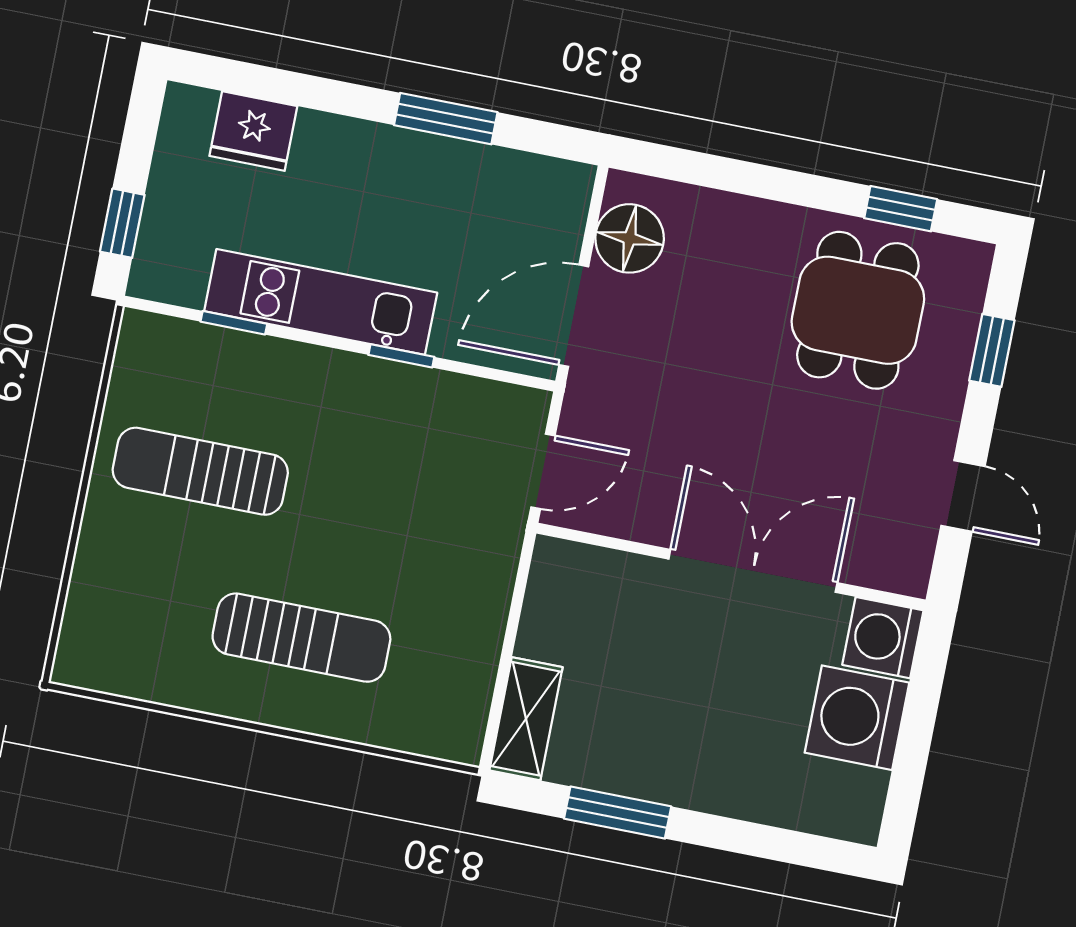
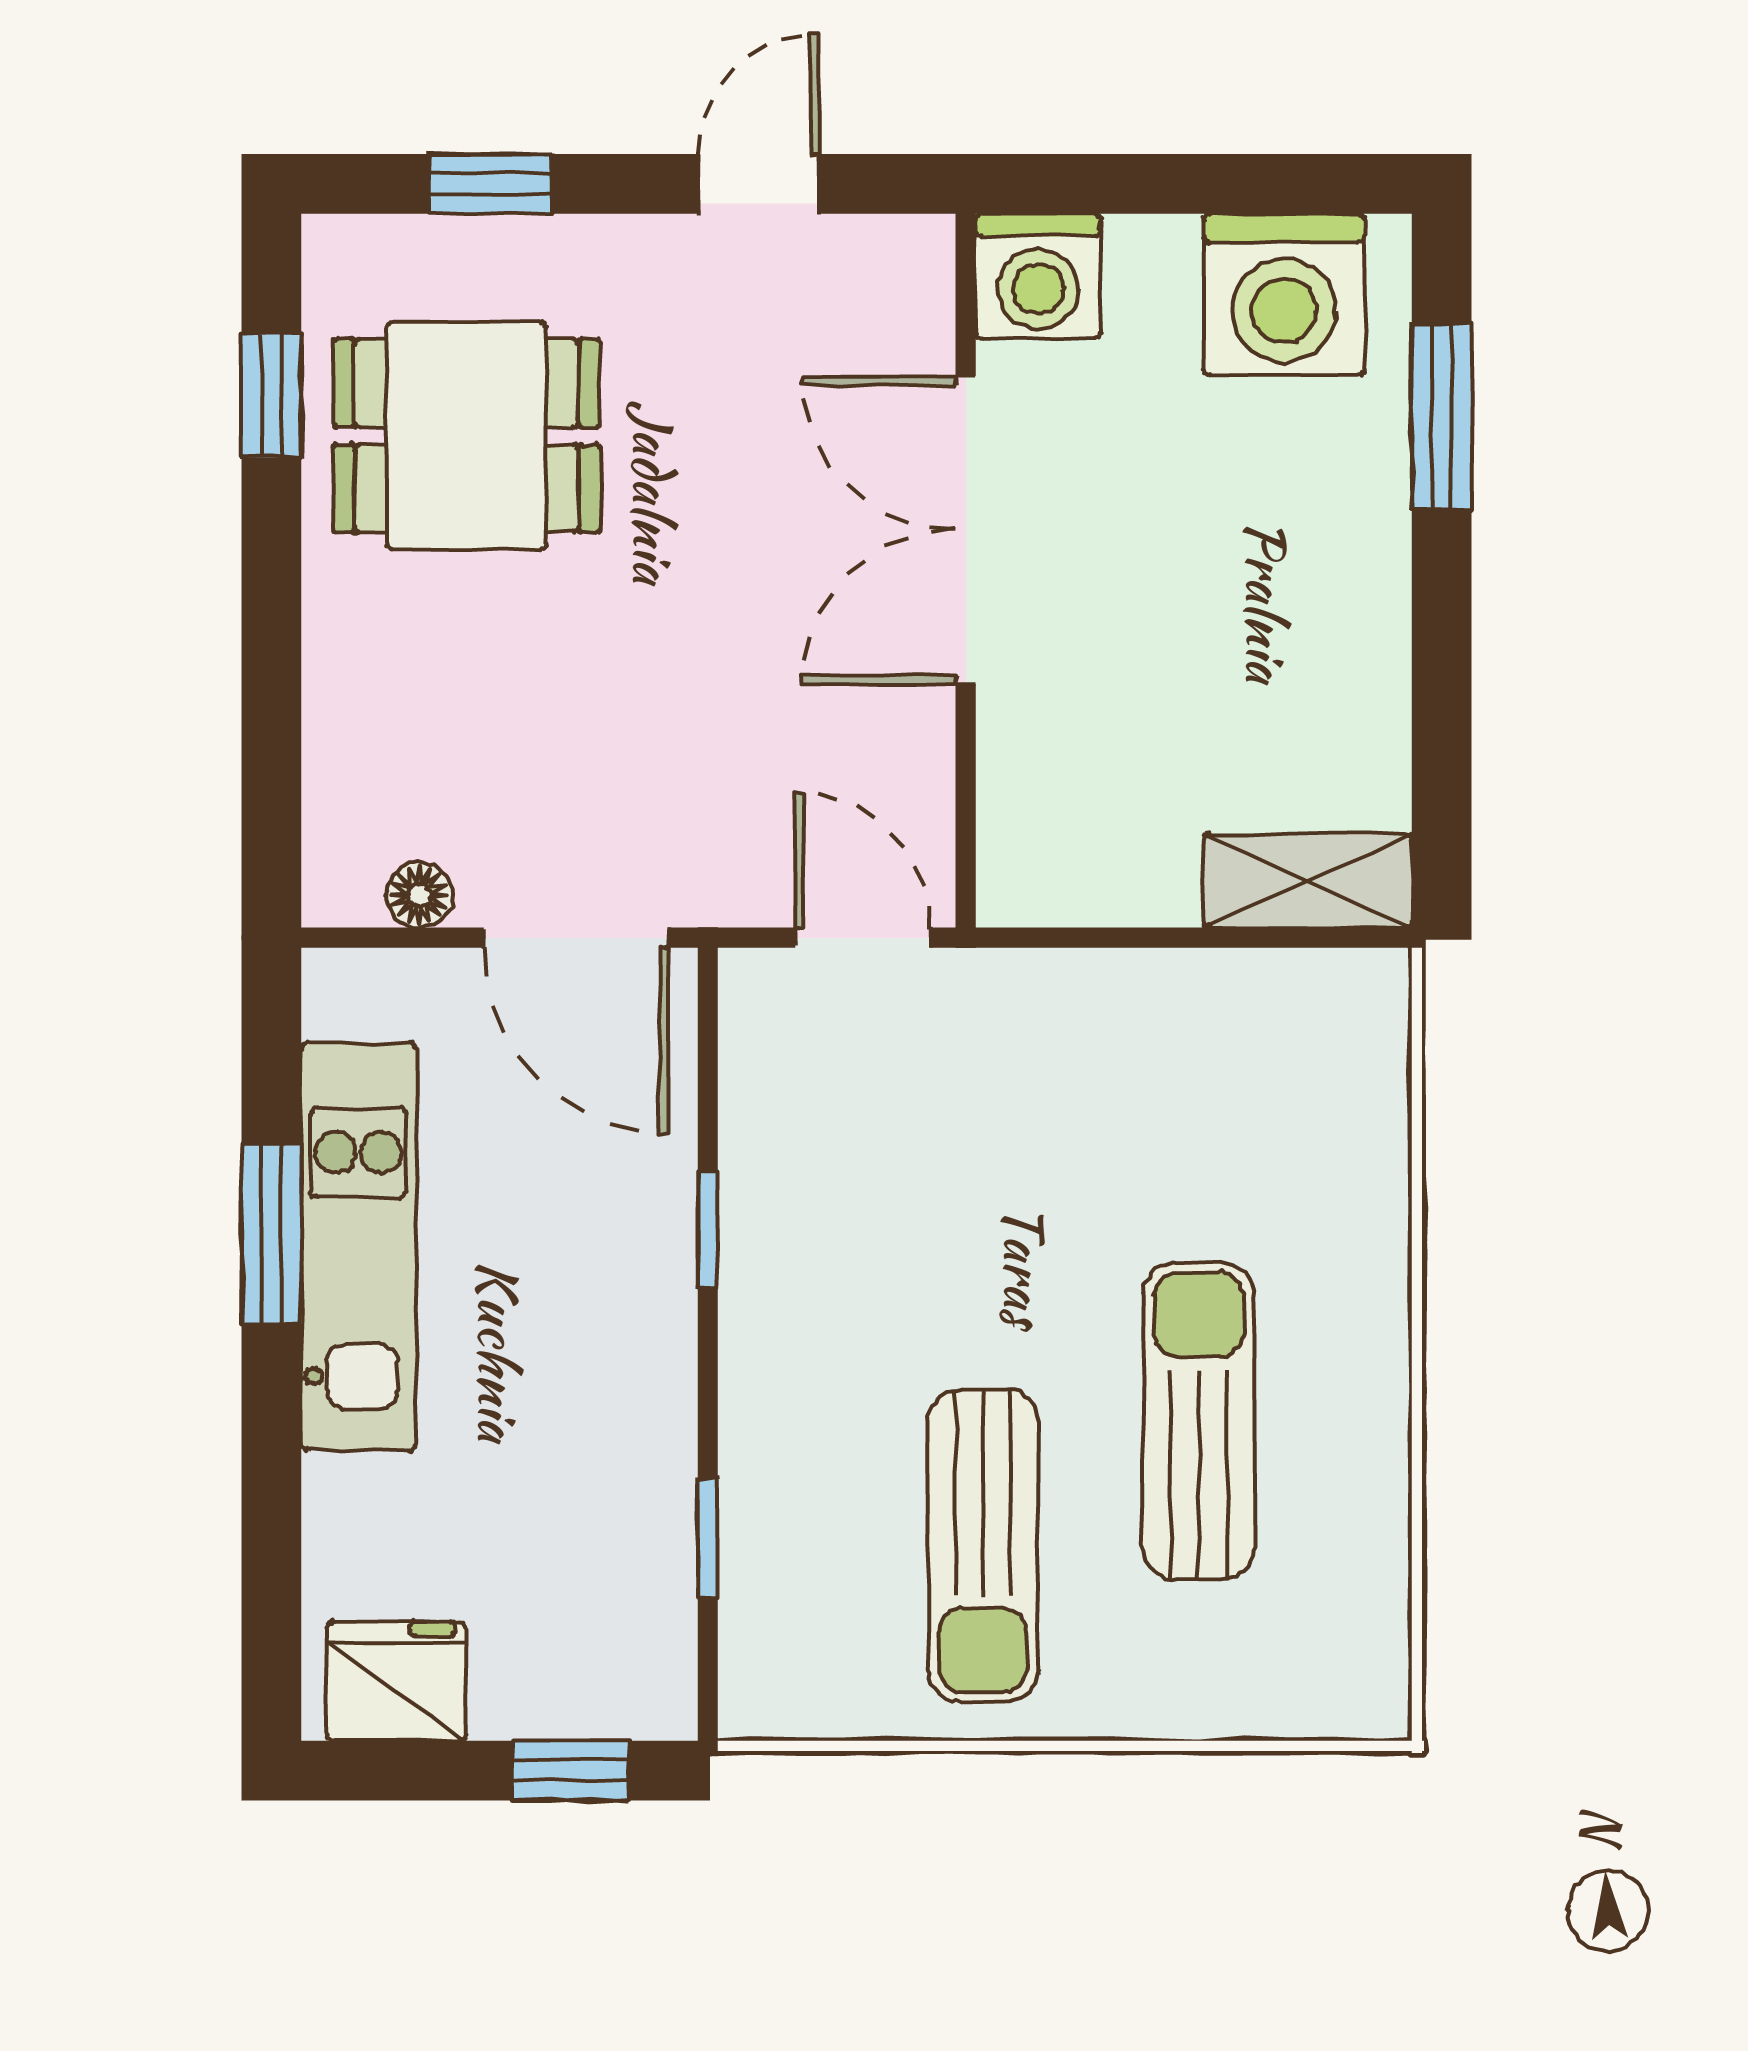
fridge: (253, 131) -> (396, 1681), moved, turned -90
floor lamp: (630, 238) -> (419, 895), width x0.53, depth x0.53
kitchen unit: (321, 302) -> (359, 1246), moved, turned 180
sun lounger: (301, 638) -> (1199, 1421), moved
washing machine: (857, 718) -> (1284, 294), moved
window: (618, 813) -> (1442, 416), moved

